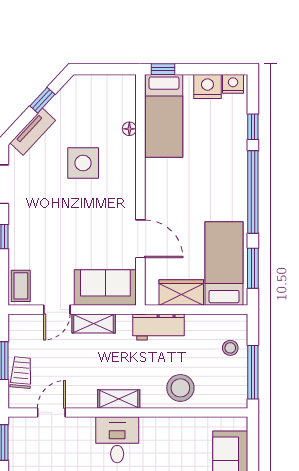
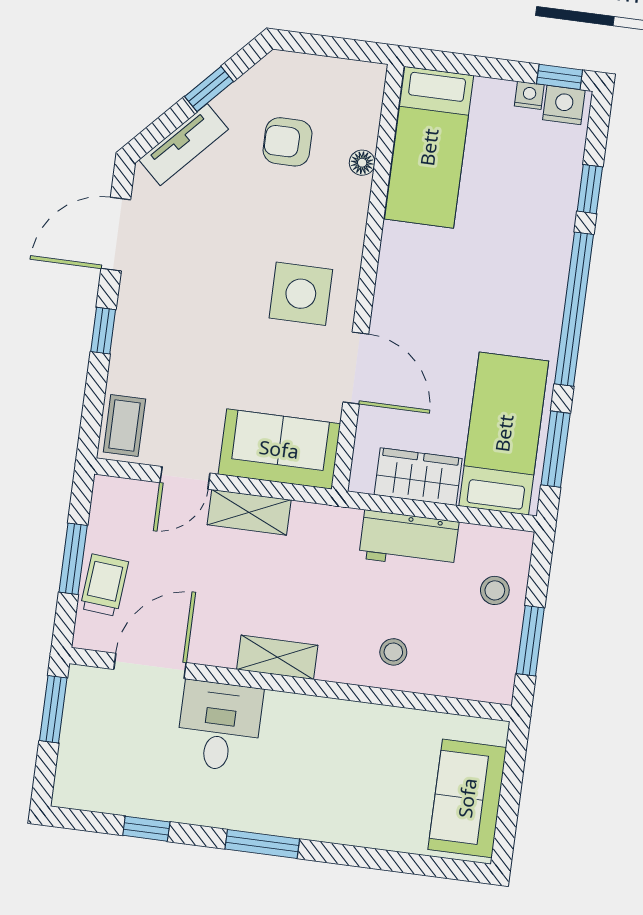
window: (163, 69) -> (560, 77), moved
nightstand: (207, 86) -> (529, 95), width x0.53, depth x0.56
armchair: (88, 123) -> (287, 142), added
side table: (83, 163) -> (301, 294), moved
workbench: (158, 327) -> (409, 540), moved
window: (253, 372) -> (530, 641), width x0.69
stool: (180, 388) -> (393, 652), width x0.53, depth x0.53
door: (51, 412) -> (150, 666), width x1.38
desk: (117, 440) -> (219, 726), moved

